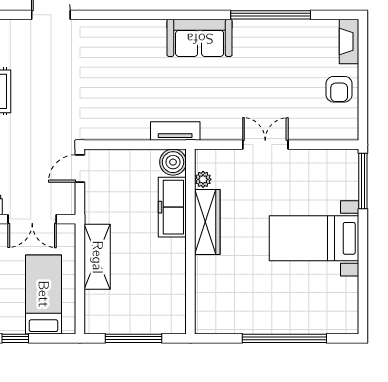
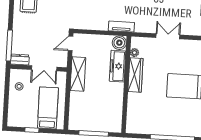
shelving: (97, 257) -> (78, 74), moved

